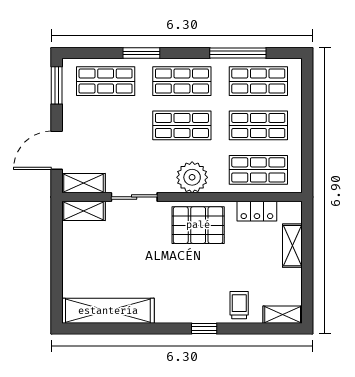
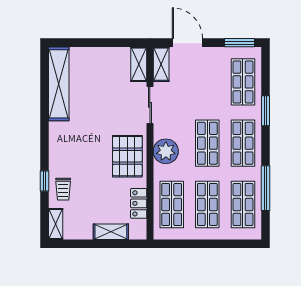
trolley: (239, 305) -> (63, 189), turned 90
window: (204, 328) -> (44, 181), moved

